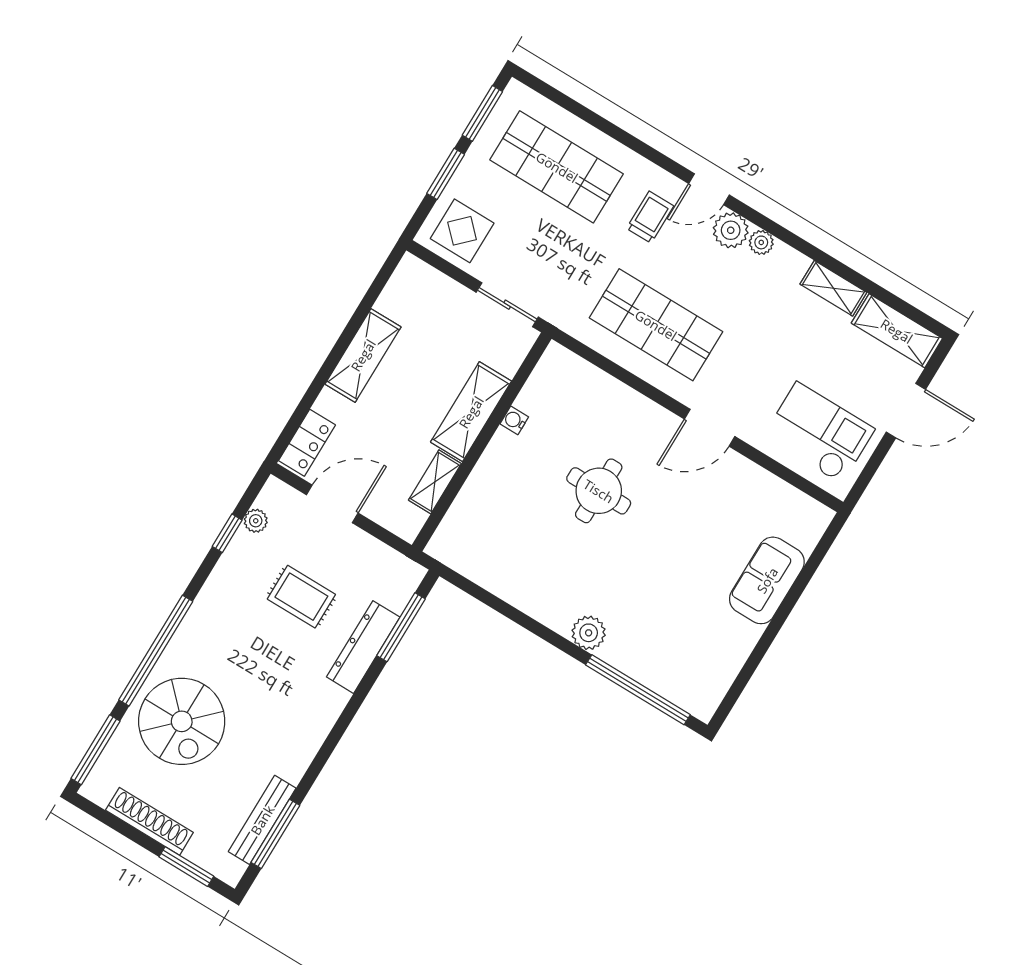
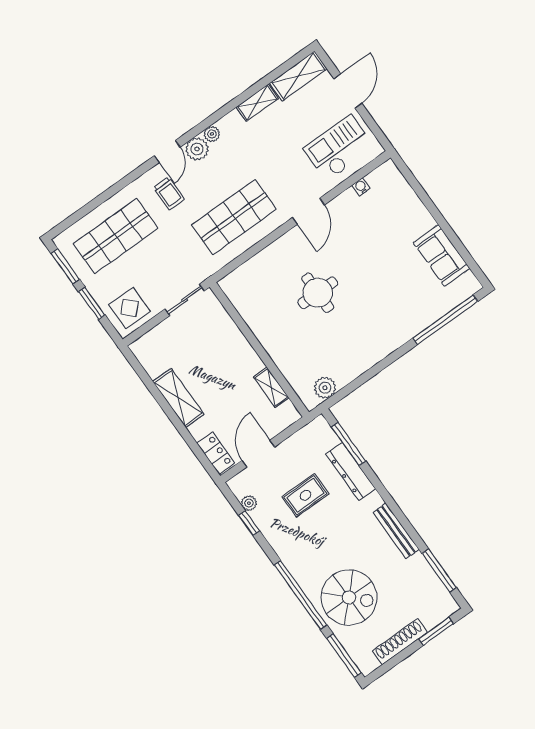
trolley: (650, 217) -> (169, 193), turned 180
shelving: (471, 412) -> (239, 348), removed
water cooler: (514, 420) -> (361, 187), moved, turned 90
sofa: (767, 580) -> (442, 255), moved
plant: (589, 633) -> (325, 388), moved
bench: (262, 820) -> (396, 531), moved

